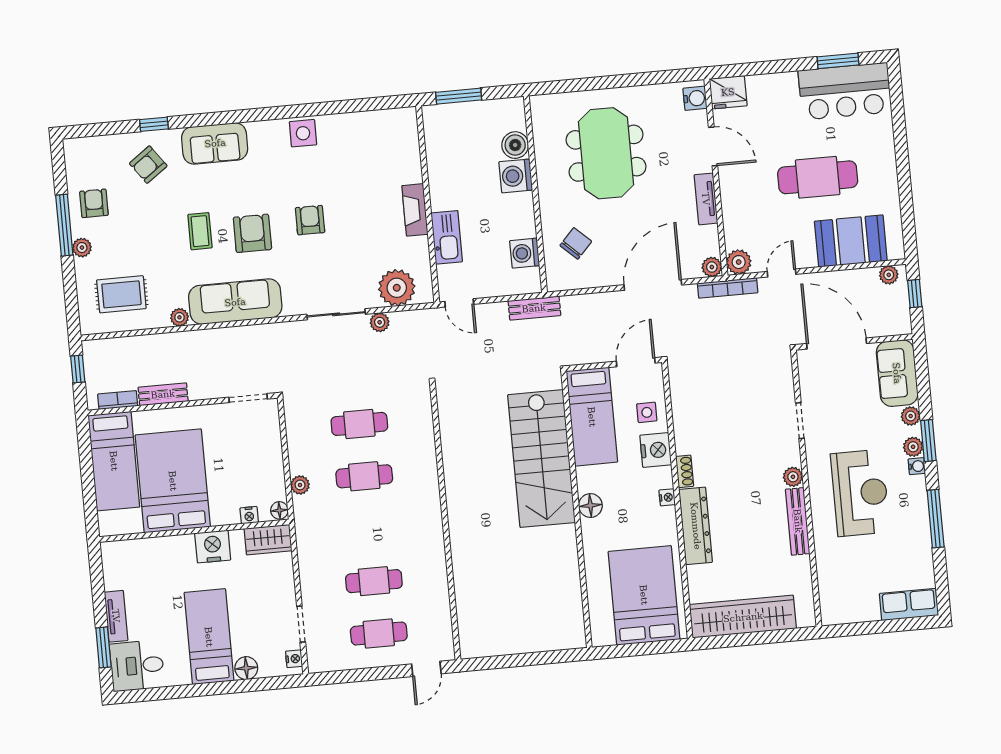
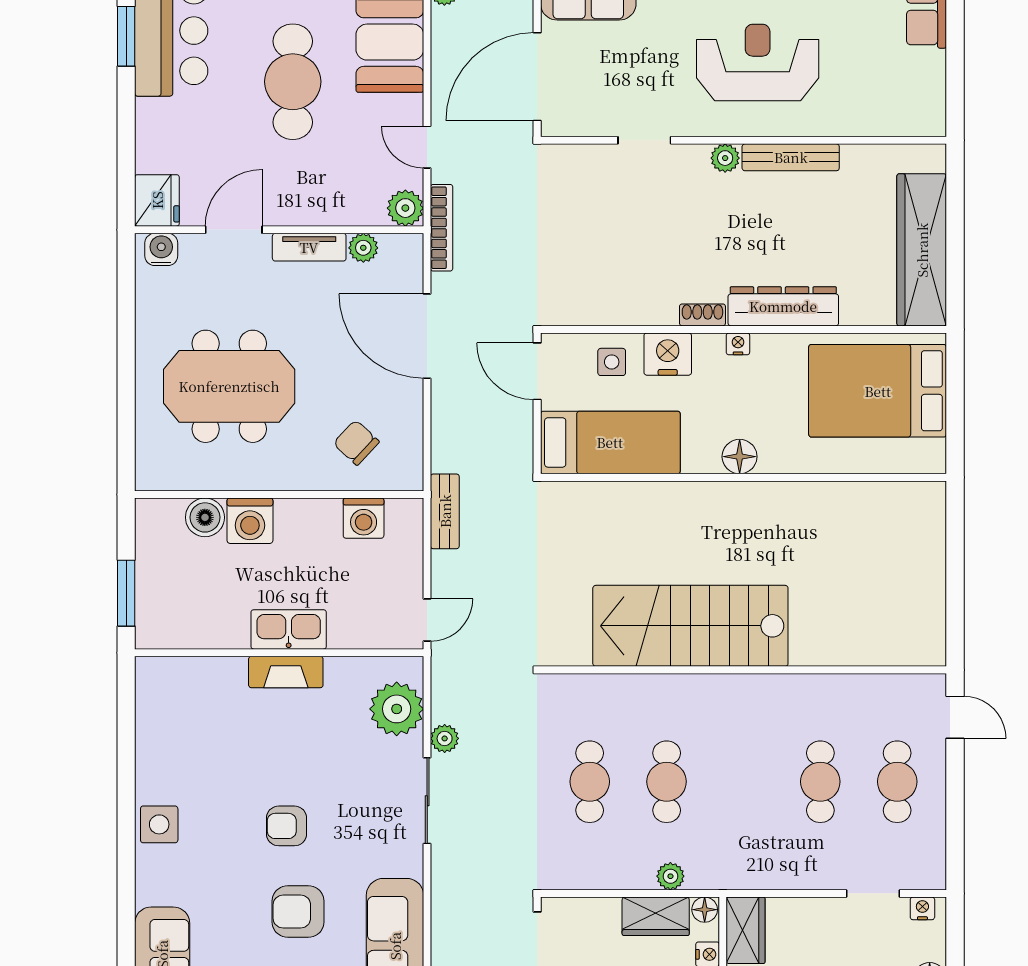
kitchen sink: (447, 237) -> (289, 629), moved
plant: (712, 267) -> (363, 248), moved
stairs: (541, 459) -> (690, 626), moved, turned 180
wardrobe: (272, 477) -> (656, 916), added

